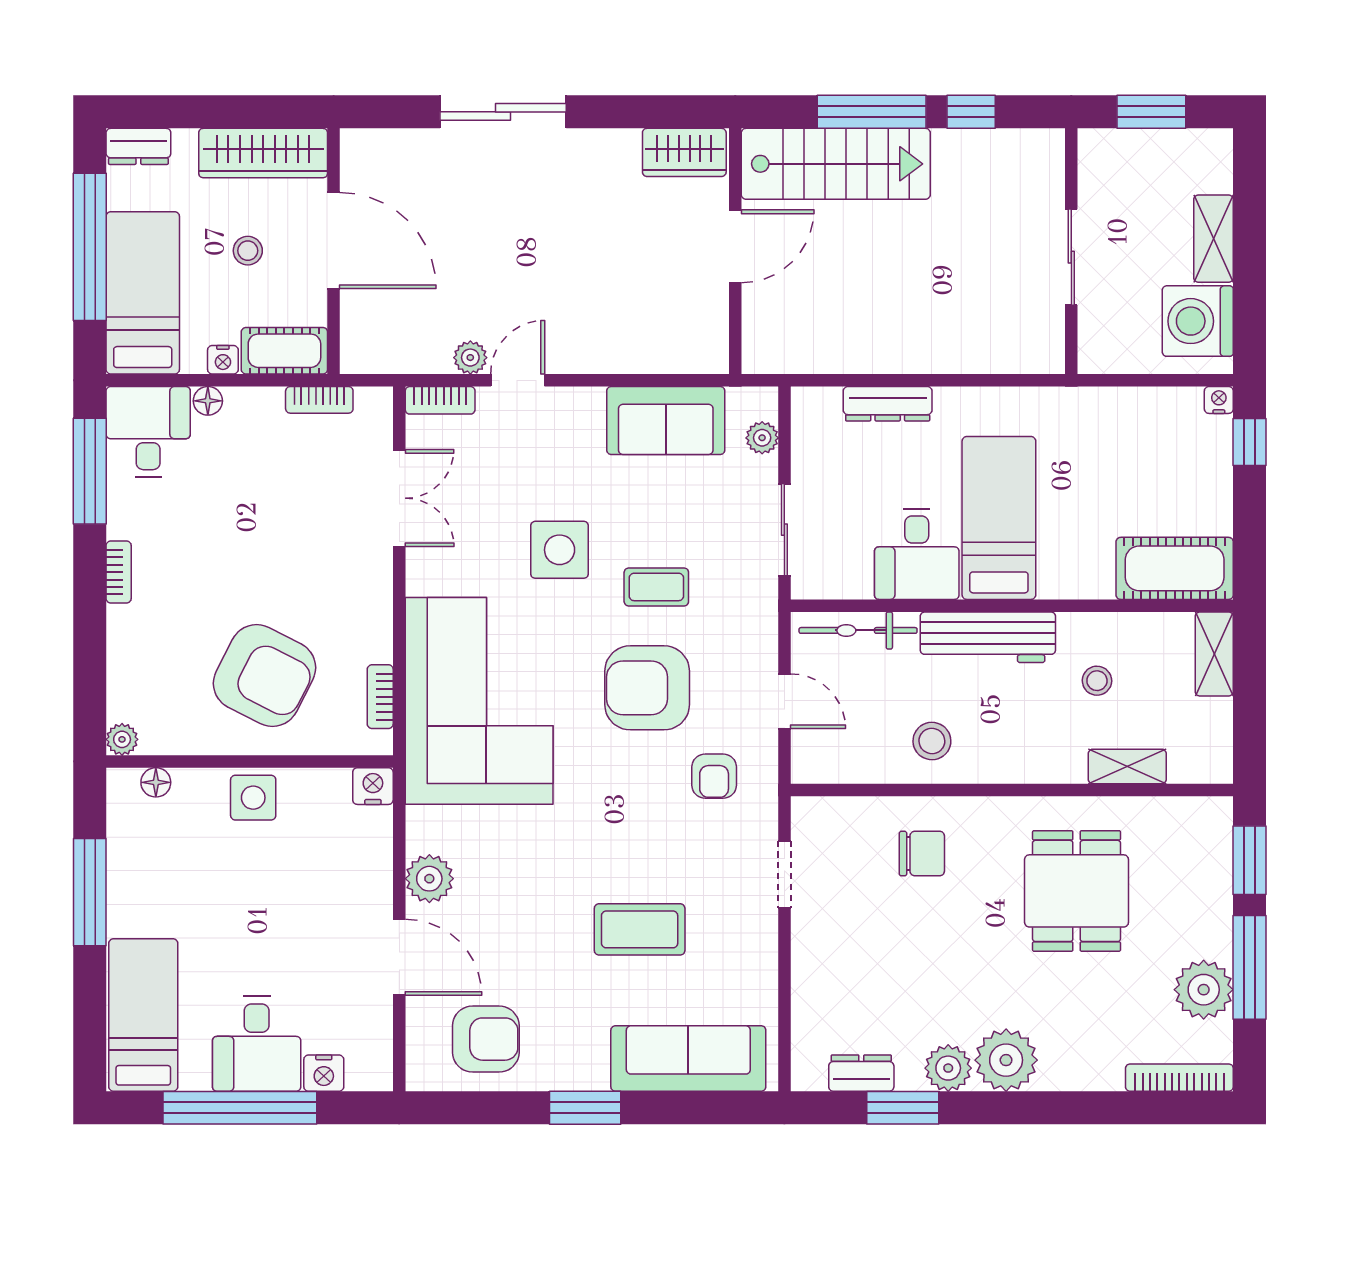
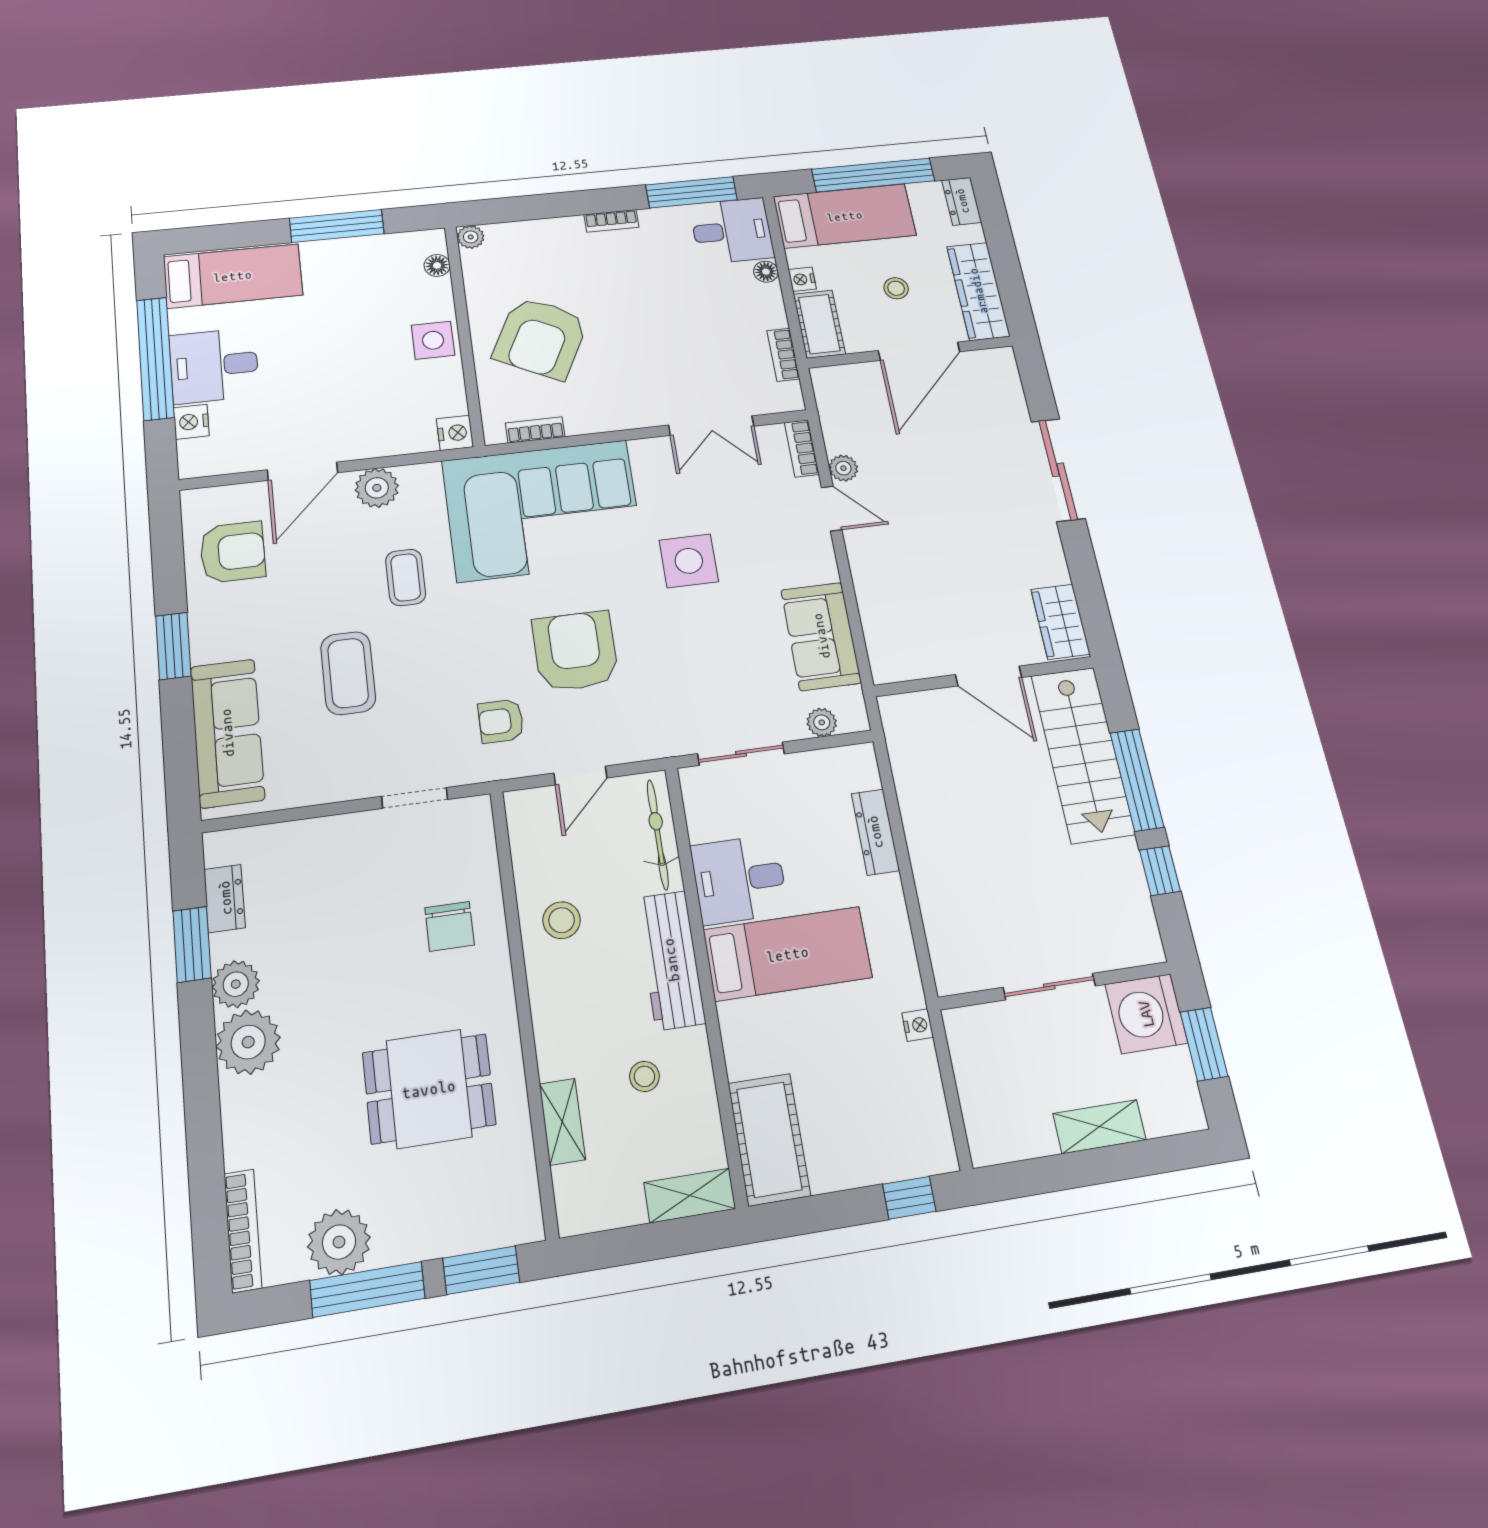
washing machine: (1198, 321) -> (1146, 1014), moved, turned -90
nightstand: (1219, 400) -> (918, 1025), moved
coffee table: (656, 587) -> (406, 577), moved
armchair: (486, 1039) -> (233, 552), turned -90

